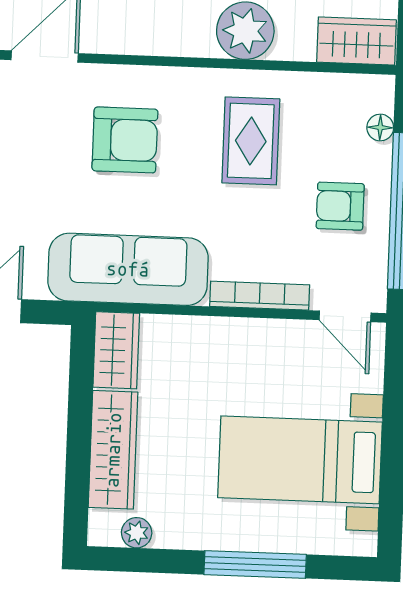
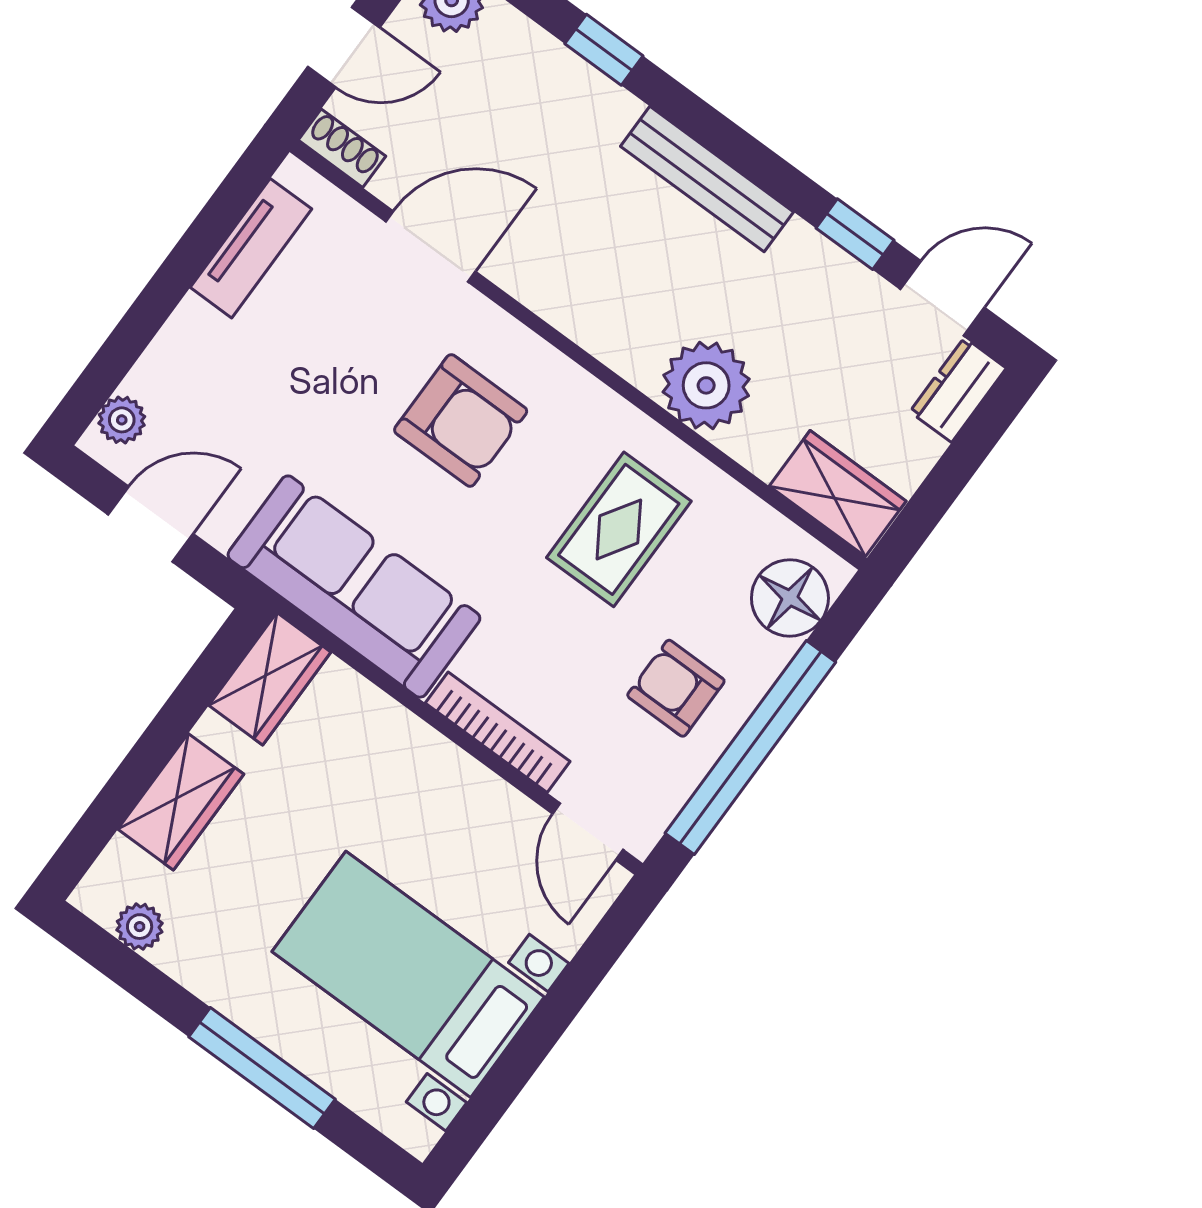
floor lamp: (380, 128) -> (790, 598), width x1.89, depth x1.89
wardrobe: (113, 450) -> (181, 802), width x0.67

